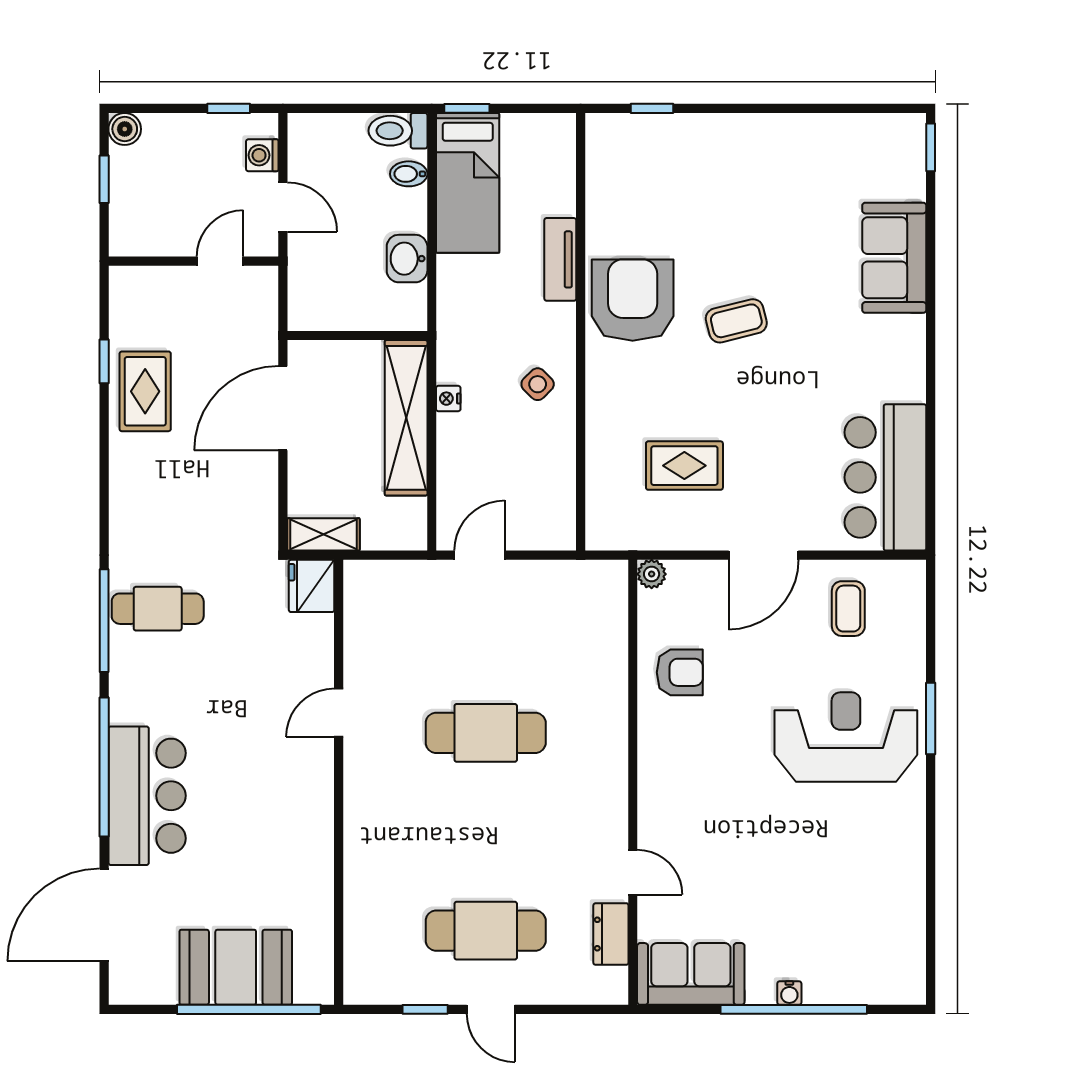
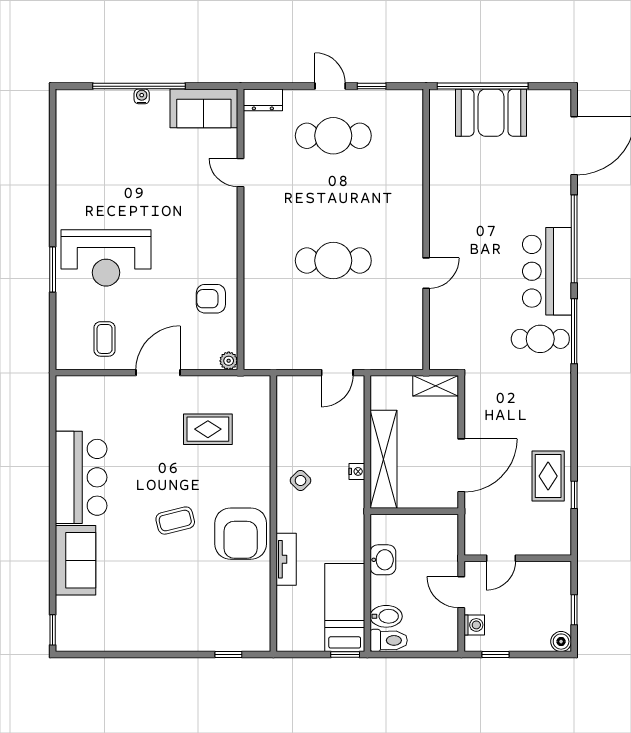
bidet: (409, 174) -> (386, 616), width x1.38, depth x1.36
bar counter: (885, 477) -> (81, 477), moved
fridge: (312, 586) -> (443, 353), removed
bar counter: (147, 796) -> (547, 271), moved
dresser: (611, 934) -> (263, 100), moved, turned 90

